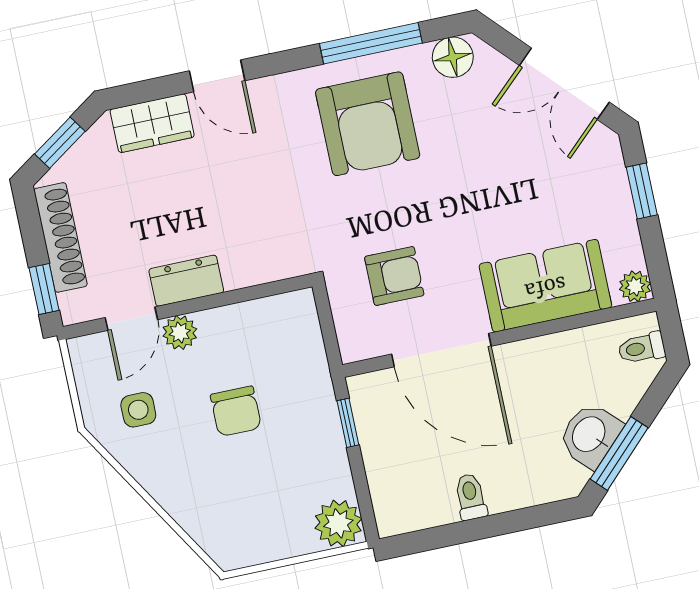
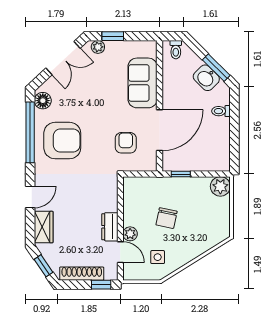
window: (371, 43) -> (30, 132), width x1.46
plant: (635, 286) -> (98, 47), moved
chair: (236, 411) -> (167, 218), turned 102
toilet: (471, 497) -> (221, 111), moved

